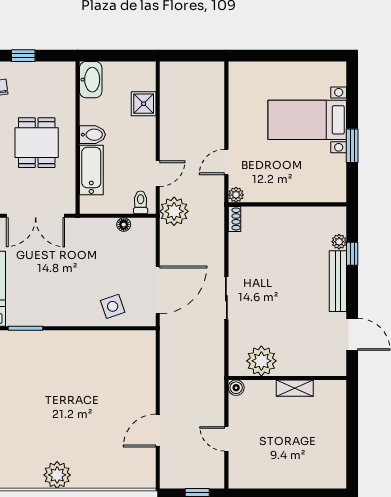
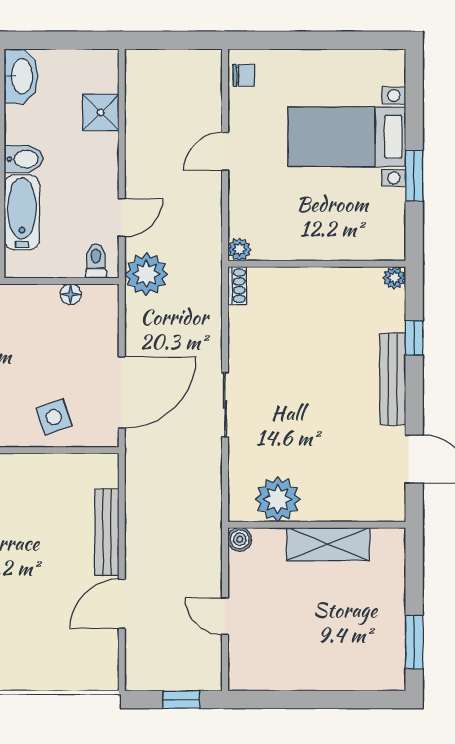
chair: (239, 79) -> (244, 75), added
door: (226, 162) -> (225, 151), moved
plant: (339, 242) -> (394, 278), moved
bench: (148, 383) -> (107, 532), added
shelving: (295, 388) -> (328, 544), width x1.50, depth x1.33
window: (352, 456) -> (414, 642), added

